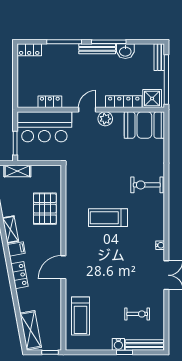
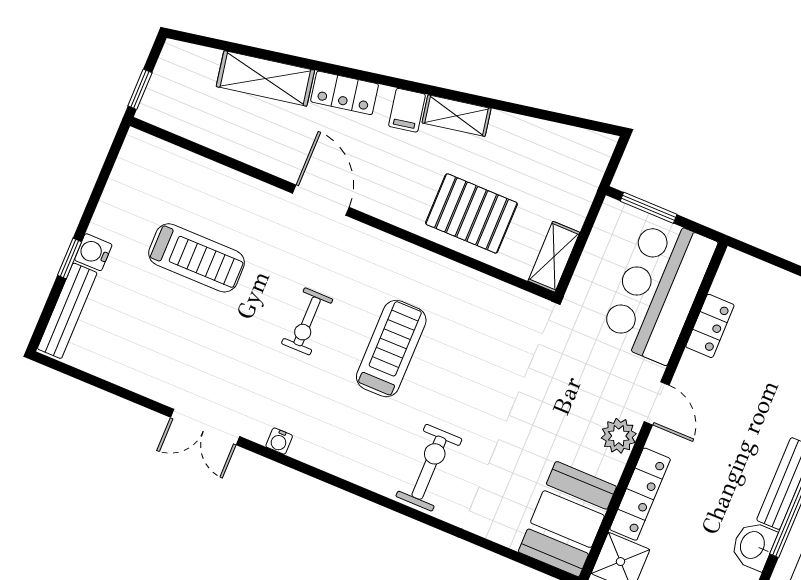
shelving: (17, 171) -> (554, 257), moved
exercise bike: (137, 314) -> (307, 321), moved
treadmill: (81, 316) -> (197, 258), moved, turned 180
shelving: (31, 330) -> (265, 78), moved

